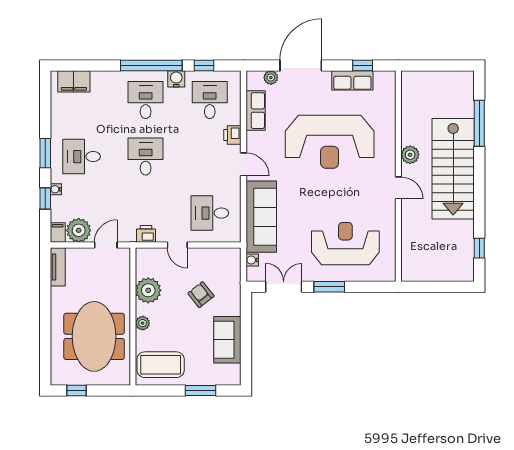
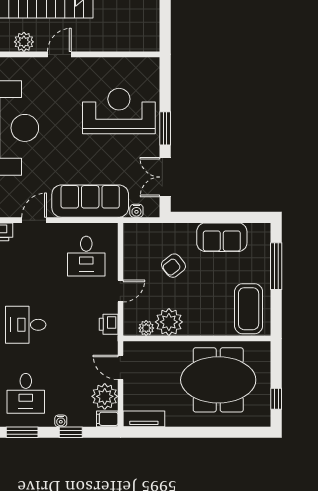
reception desk: (345, 244) -> (119, 111), turned 90
plant: (143, 323) -> (146, 328), moved
window: (200, 391) -> (276, 266), width x1.44

